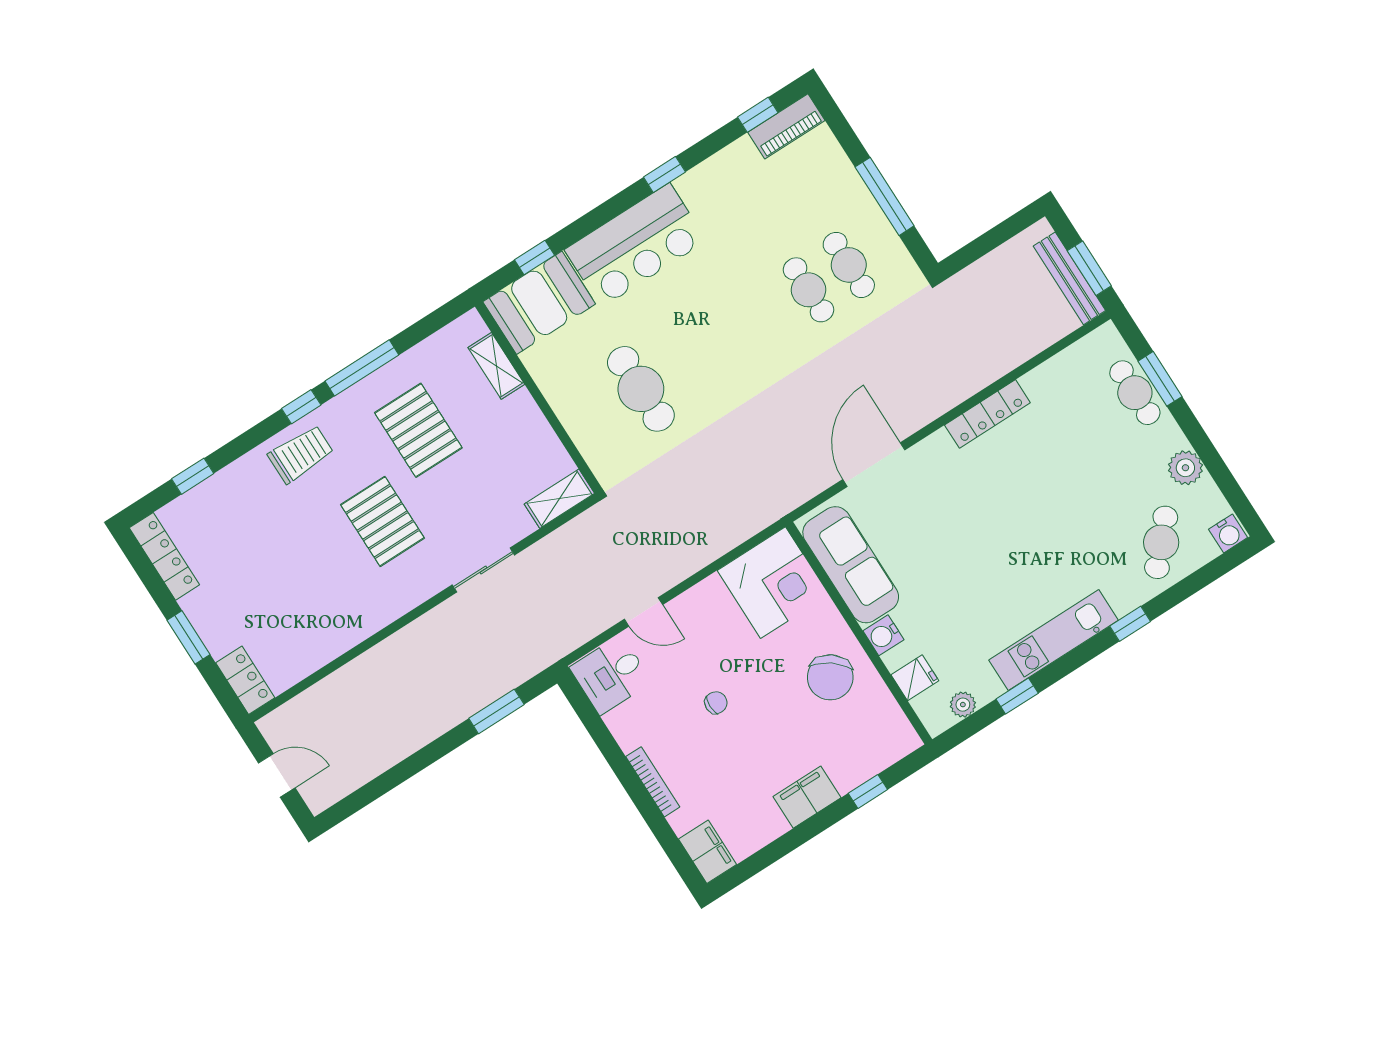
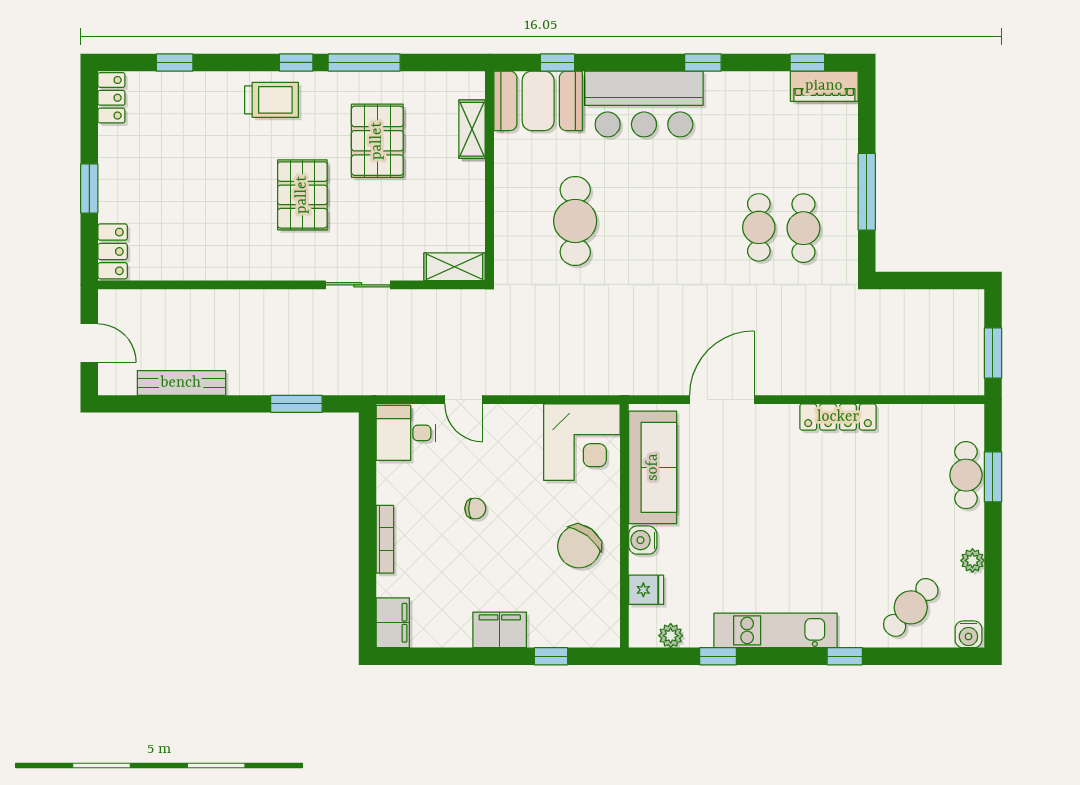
bench: (1069, 278) -> (181, 383), moved, turned 90
plant: (1185, 468) -> (972, 560), width x0.73, depth x0.73
locker: (164, 556) -> (111, 98), width x0.66

